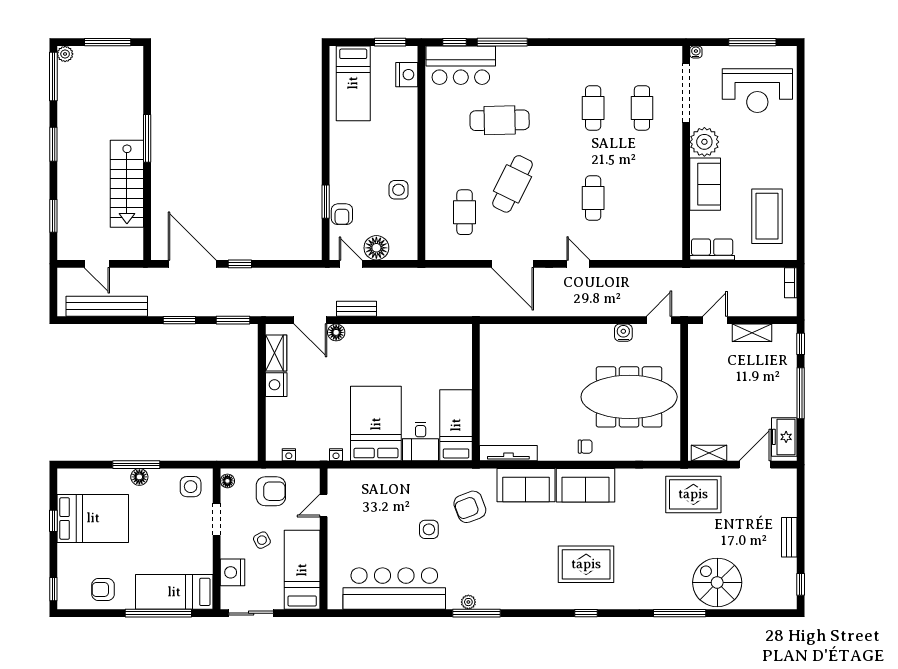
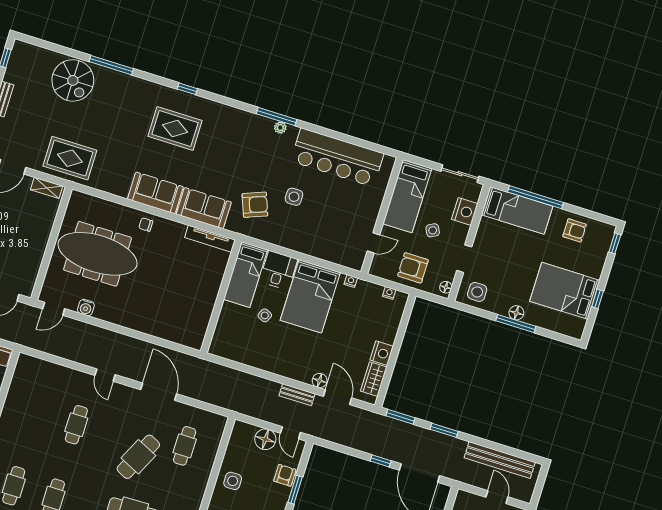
side table: (420, 386) -> (265, 315), added

